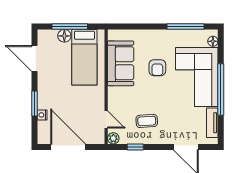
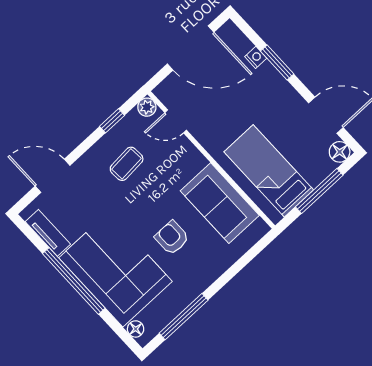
floor lamp: (64, 36) -> (340, 152), moved

